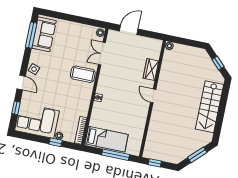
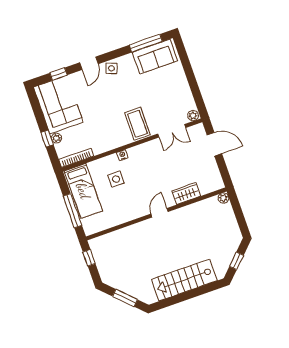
double door: (102, 54) -> (172, 131), swing flipped
side table: (112, 112) -> (116, 179), added

